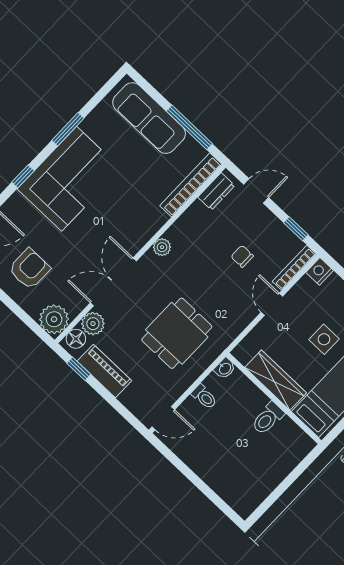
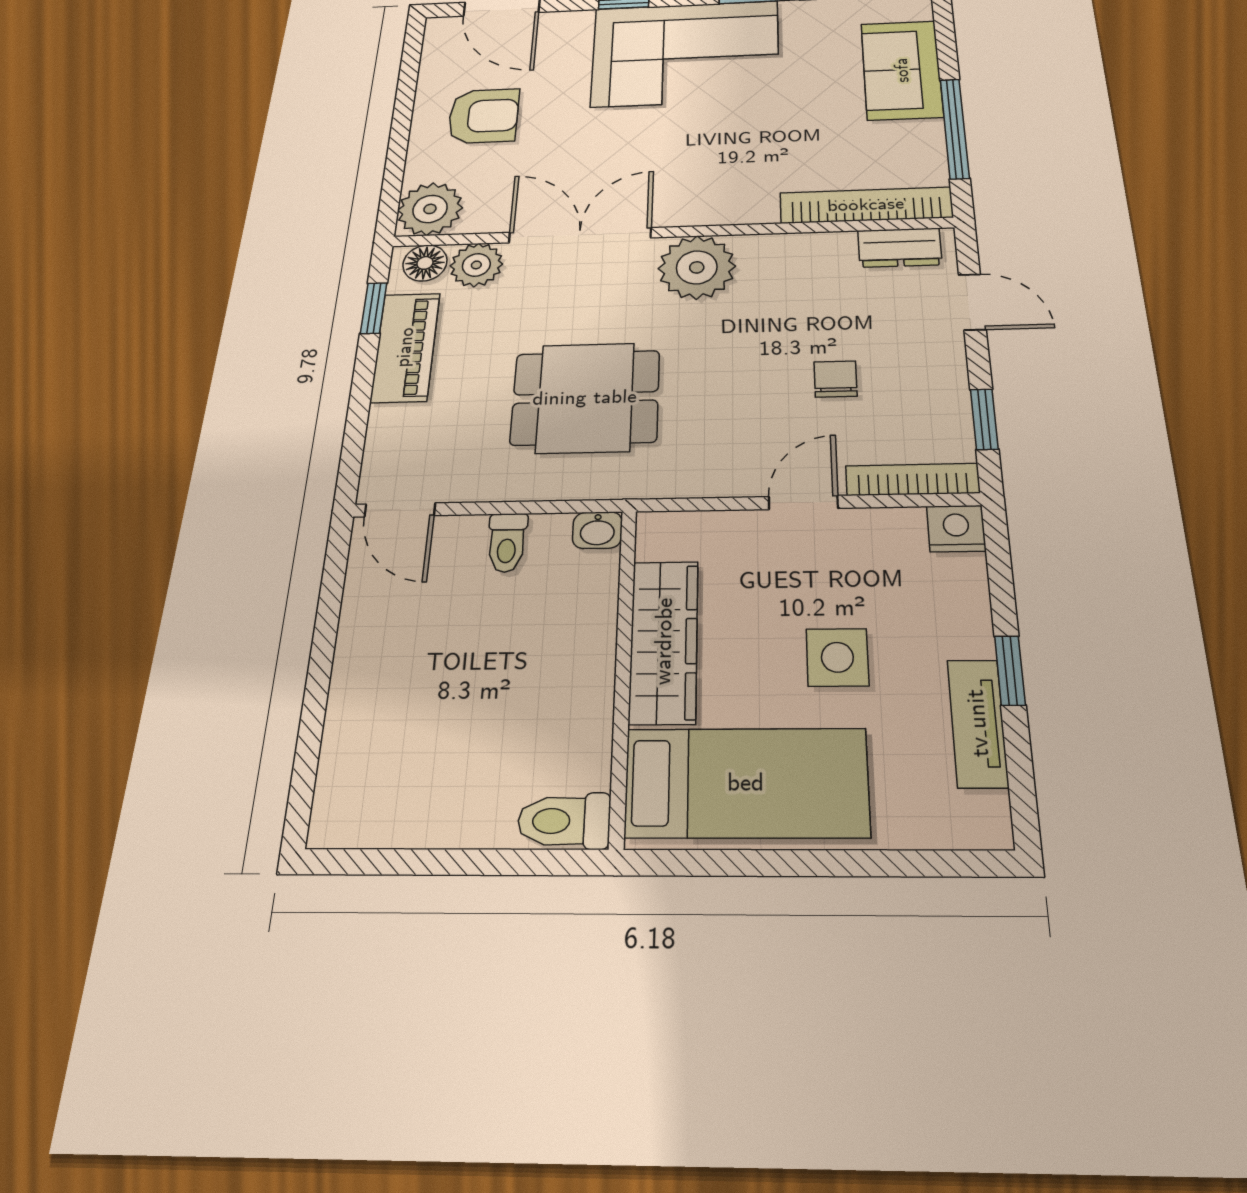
sofa: (149, 118) -> (902, 70), width x0.73
plant: (162, 247) -> (697, 267), width x1.88, depth x1.88
toilet: (268, 418) -> (564, 821), moved

